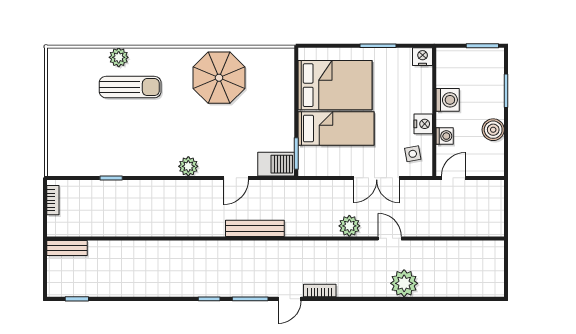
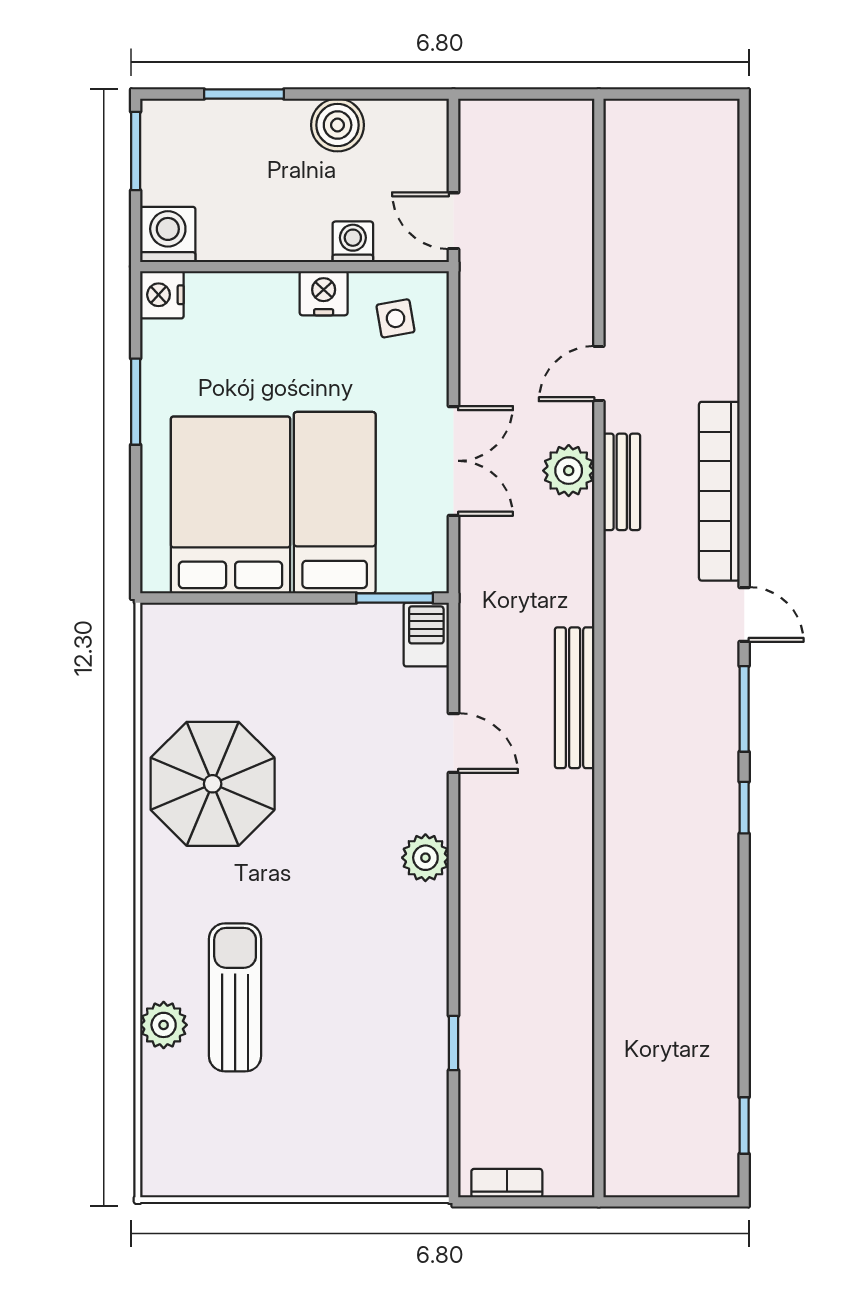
washing machine: (448, 100) -> (168, 234), moved
barbecue: (276, 164) -> (426, 634), width x0.73, depth x0.79
double door: (377, 178) -> (454, 461), moved
bench: (67, 248) -> (622, 482), moved
plant: (404, 283) -> (707, 339), removed
bookcase: (320, 291) -> (719, 491), width x2.31, depth x1.31

